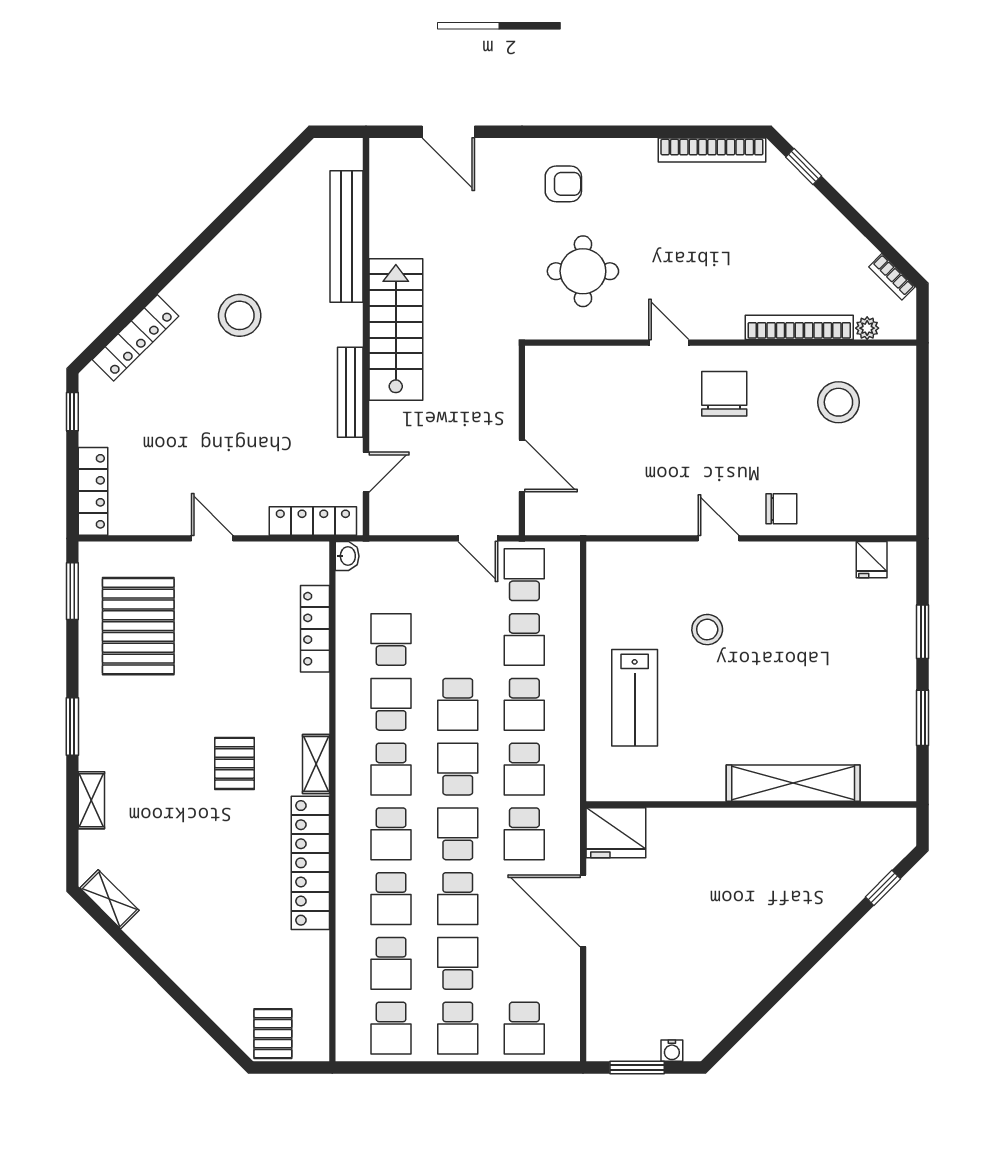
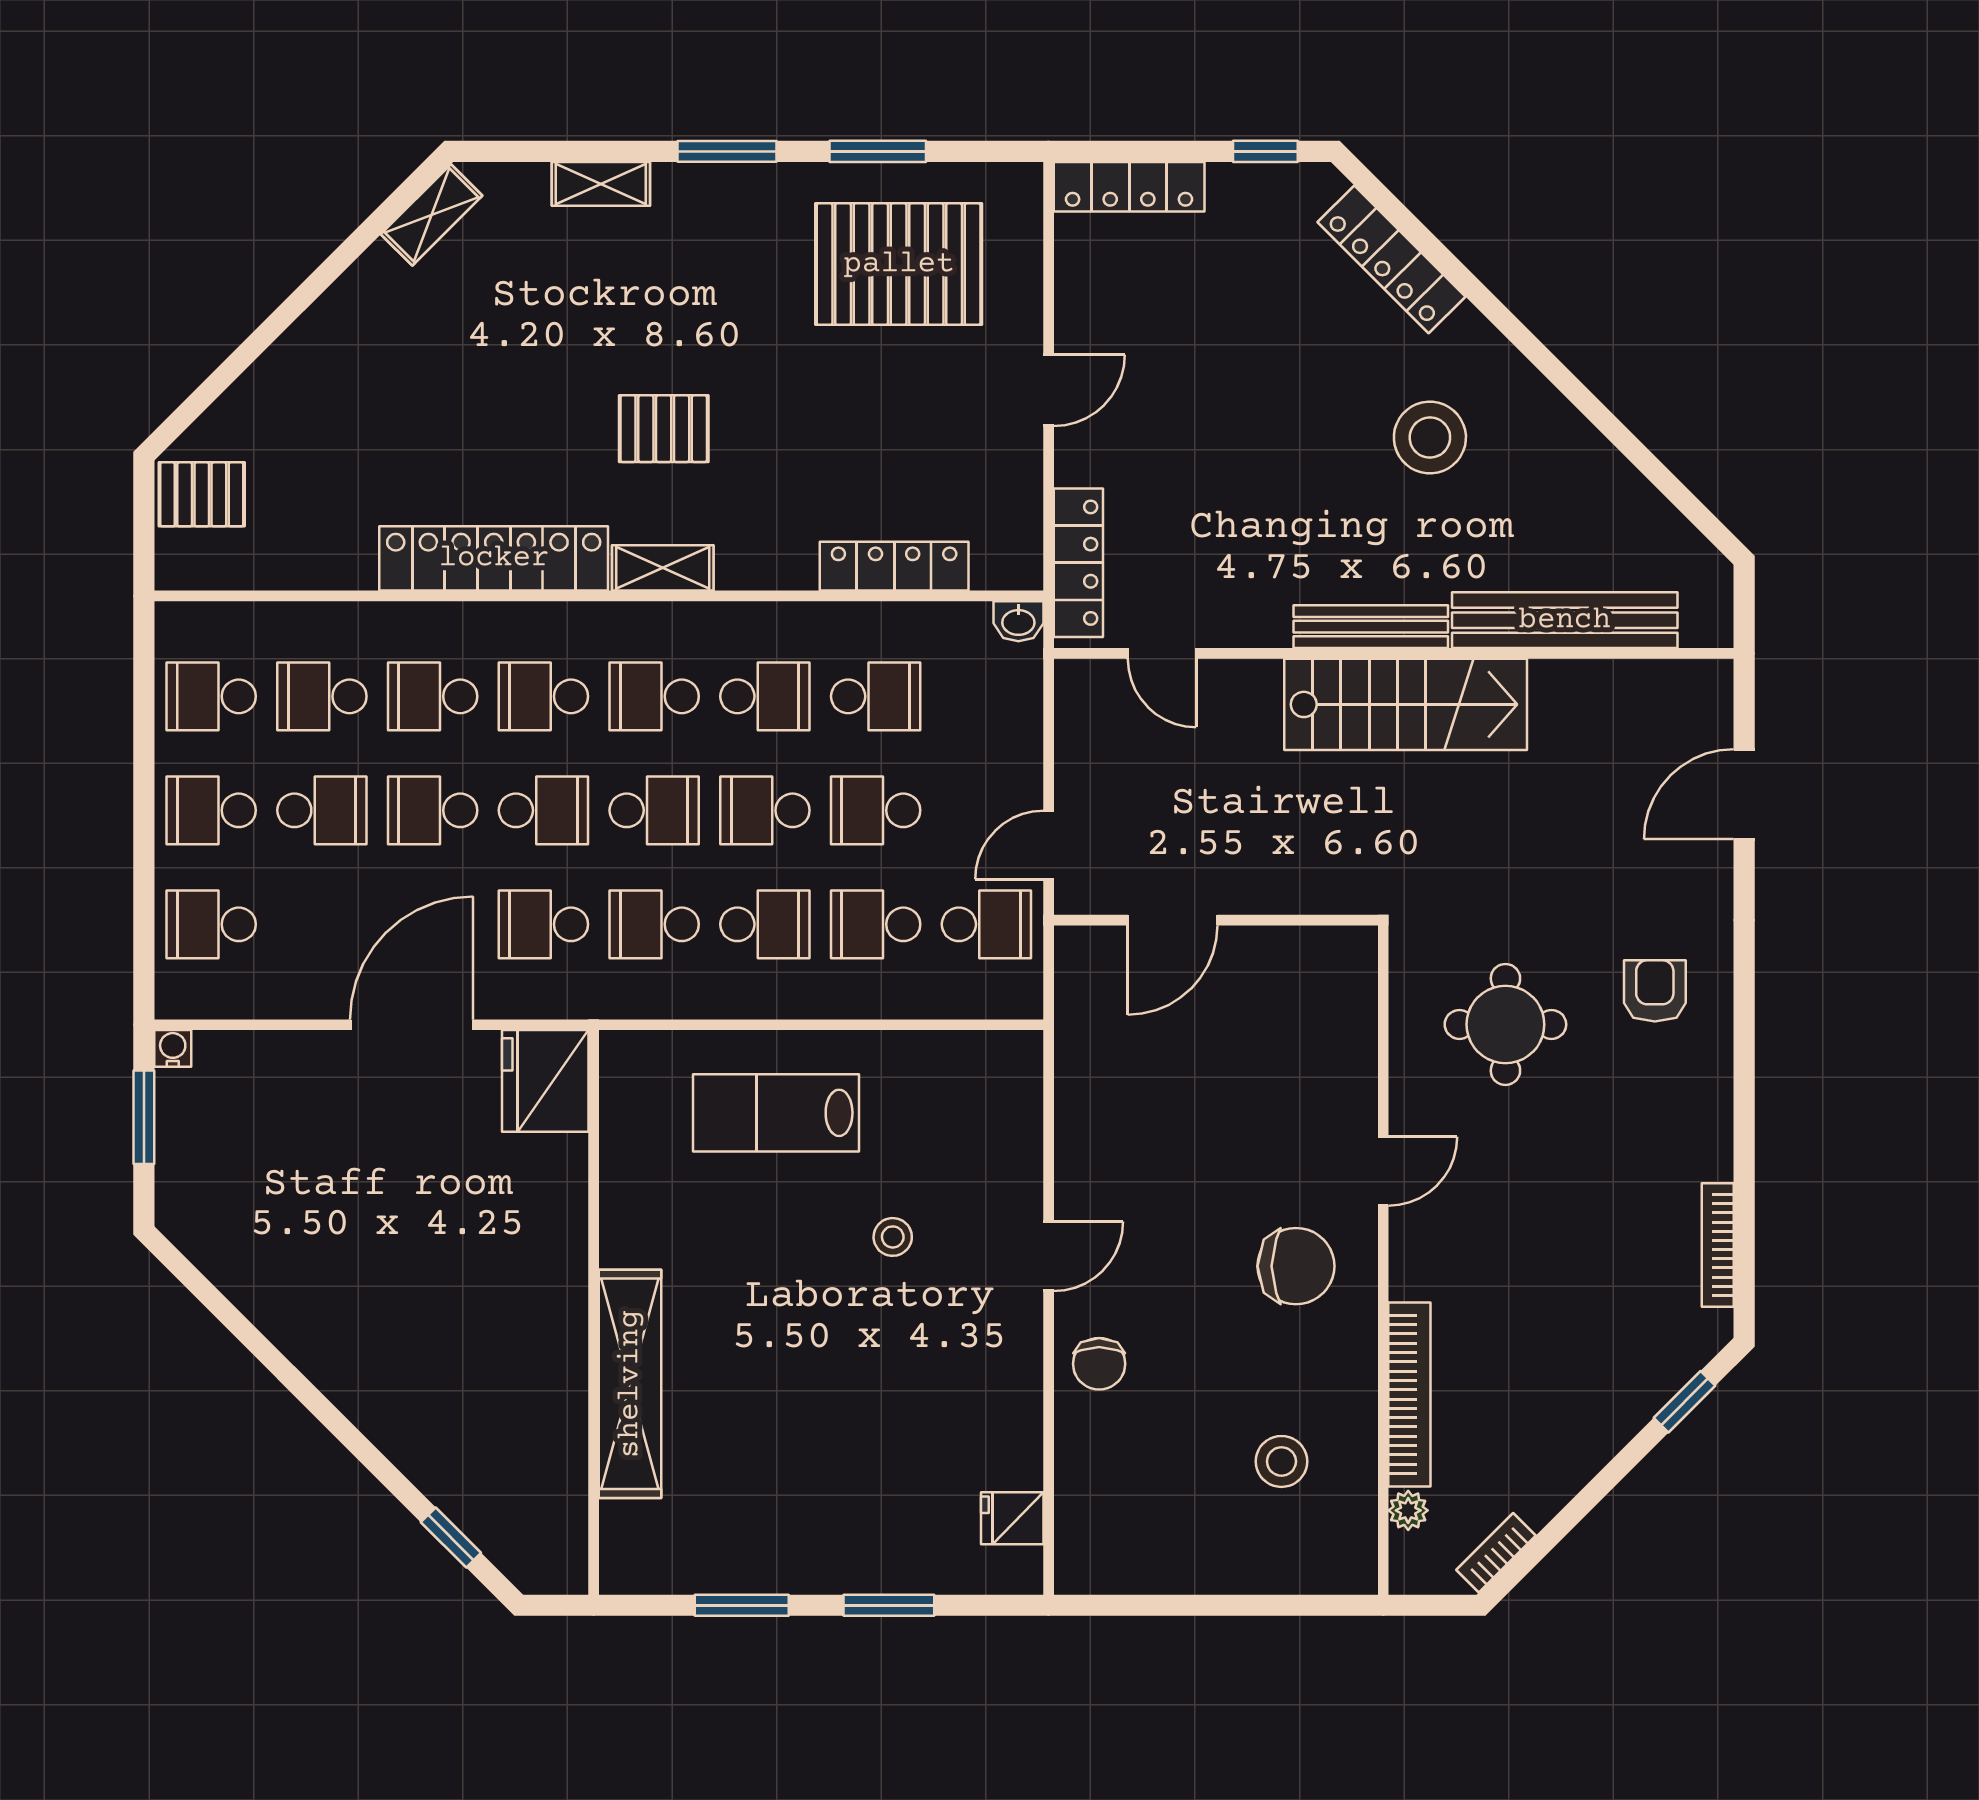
bookcase: (712, 150) -> (1718, 1245), width x0.68, depth x0.76
armchair: (563, 184) -> (1655, 991), turned 180
bench: (350, 392) -> (1371, 627), moved
stool: (838, 402) -> (1281, 1461), width x0.73, depth x0.73
window: (72, 591) -> (878, 151), moved
stool: (707, 630) -> (893, 1237), width x0.73, depth x0.73
school desk: (458, 639) -> (876, 810), added
school desk: (524, 704) -> (765, 924), turned 180
water cooler: (672, 1051) -> (173, 1048), moved, turned 90

